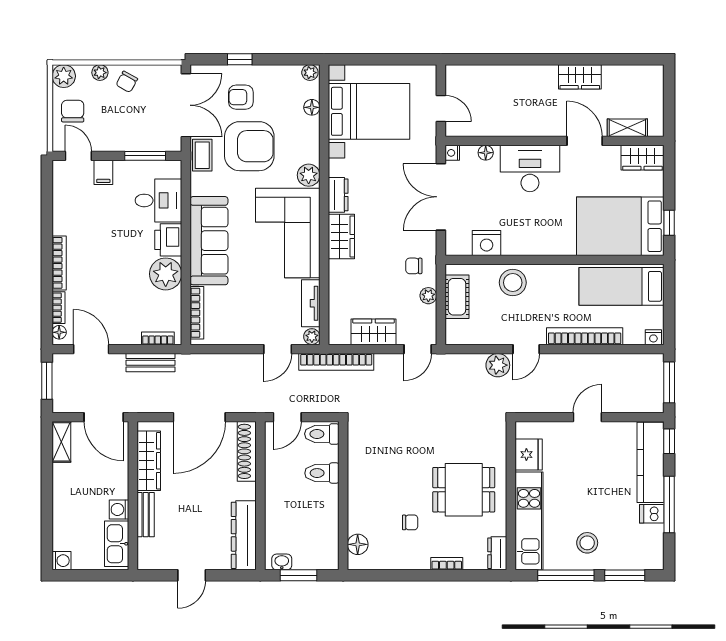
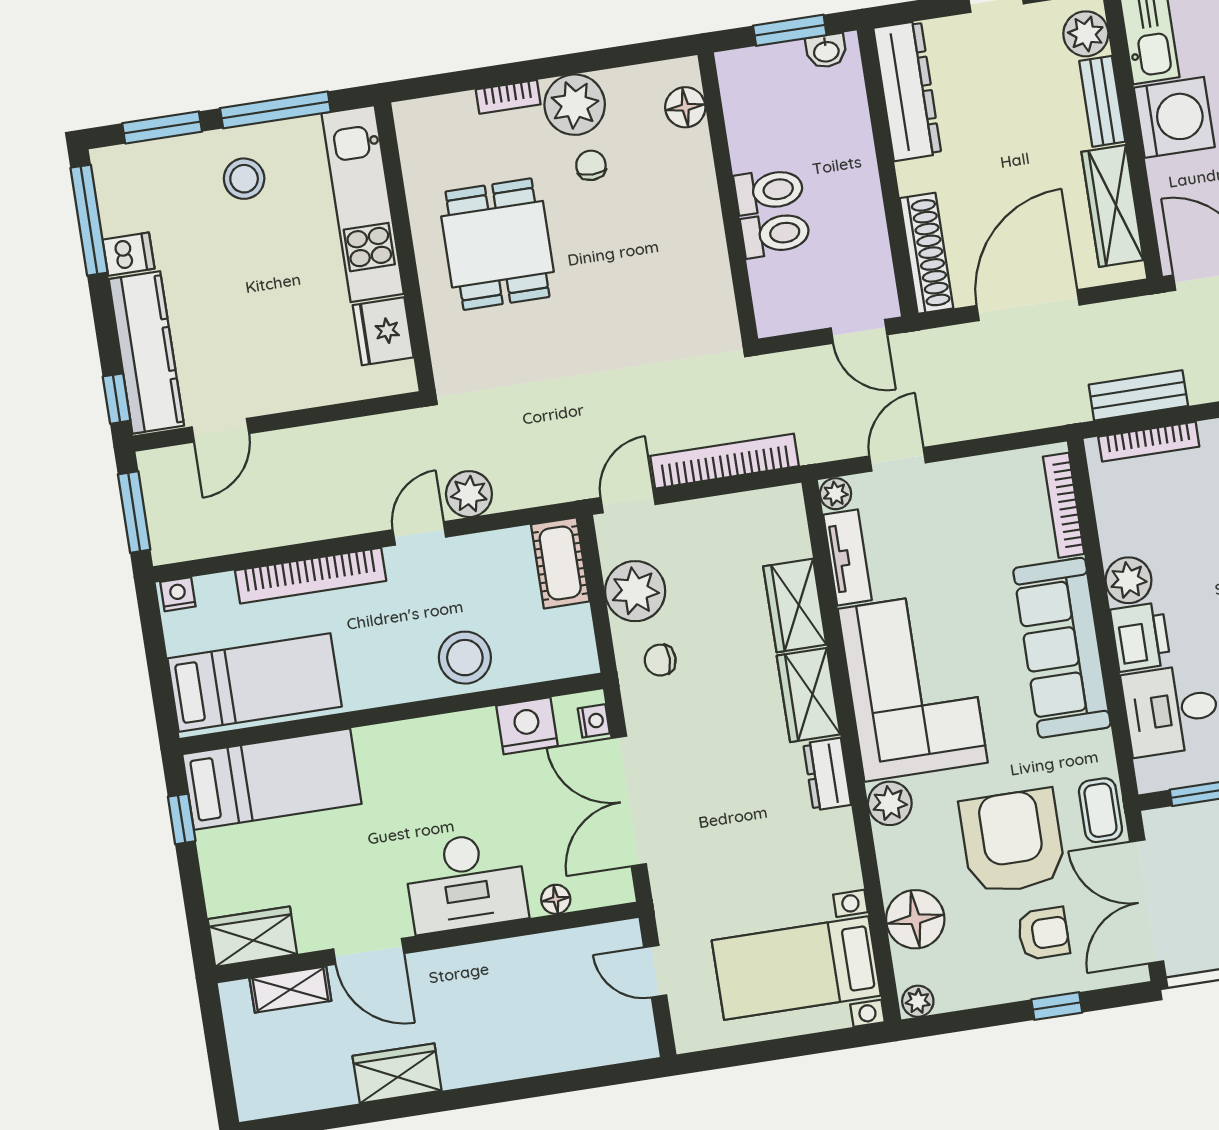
floor lamp: (312, 107) -> (915, 919), width x1.89, depth x1.89
bed with nightstands: (369, 111) -> (796, 968), width x0.73
armchair: (249, 146) -> (1012, 842), turned 90
nightstand: (452, 153) -> (594, 721), moved
double door: (441, 197) -> (629, 801), swing flipped
bed: (620, 226) -> (272, 779), width x0.67
chair: (414, 266) -> (660, 660), turned 180
plant: (166, 274) -> (1128, 580), width x0.73, depth x0.73
plant: (428, 296) -> (635, 591), width x1.88, depth x1.88
cot: (457, 297) -> (560, 563), moved
wardrobe: (373, 332) -> (795, 605), moved, turned 90
bookcase: (158, 338) -> (1149, 442), width x1.56
bookcase: (336, 362) -> (724, 461), moved
door: (287, 417) -> (859, 331), swing flipped
door: (587, 417) -> (220, 430), moved
toilet: (322, 434) -> (769, 191), moved
dining table: (464, 490) -> (497, 244), turned 90
window: (669, 504) -> (89, 220), moved
washing machine: (119, 509) -> (1174, 117), width x1.89, depth x1.89
chair: (410, 522) -> (591, 165), turned 90
plant: (149, 550) -> (1086, 34), added
dresser: (497, 553) -> (414, 132), removed
plant: (414, 554) -> (575, 105), added

